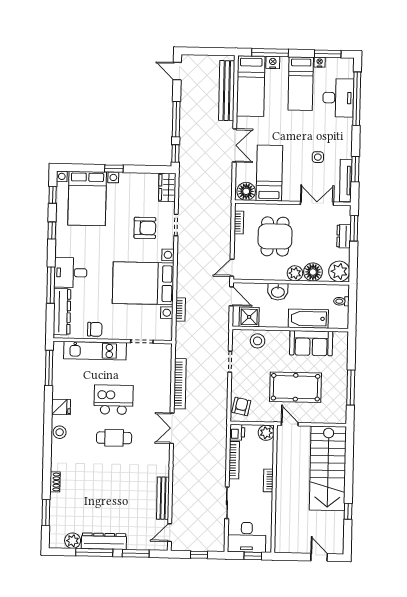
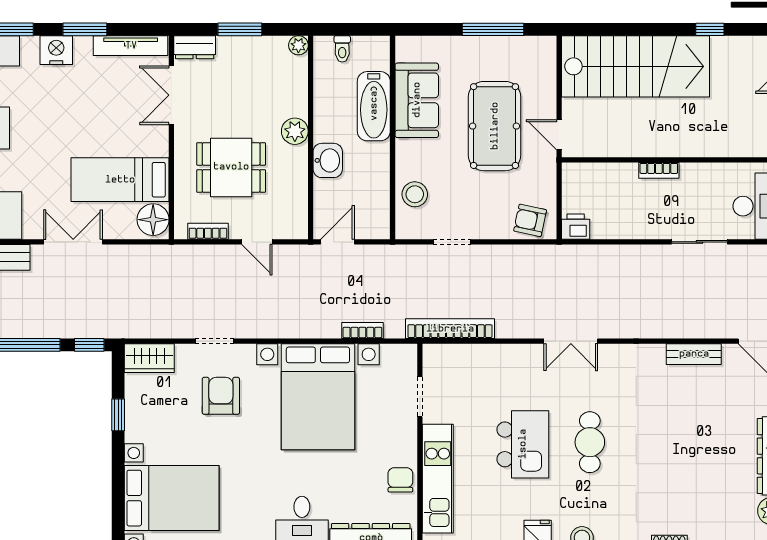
nightstand: (344, 138) -> (56, 50), added
side table: (318, 157) -> (90, 95), removed
window: (114, 169) -> (118, 415), moved
window: (355, 169) -> (85, 29), moved
window: (354, 228) -> (240, 29), moved
dresser: (344, 236) -> (195, 47), moved
door: (232, 268) -> (257, 242), moved
plant: (339, 271) -> (298, 45), width x0.53, depth x0.53
floor lamp: (313, 272) -> (292, 100), removed
shower: (249, 317) -> (373, 210), removed
bookcase: (180, 384) -> (450, 329), moved
kitchen island: (114, 400) -> (523, 444), turned 180
door: (290, 424) -> (559, 135), hinge flipped
plant: (266, 433) -> (575, 176), removed
bookcase: (234, 460) -> (624, 231), removed
bench: (163, 498) -> (694, 354), width x0.73

